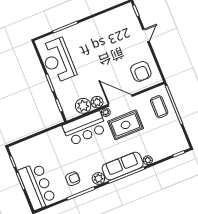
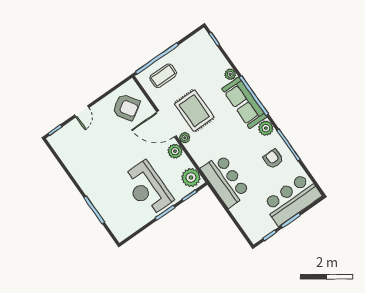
door: (146, 35) -> (82, 111), swing flipped
reception desk: (58, 60) -> (147, 188), moved, turned 90
armchair: (141, 71) -> (126, 107), turned 57
door: (120, 100) -> (167, 124), hinge flipped
plant: (83, 106) -> (191, 178), moved
bar counter: (85, 128) -> (225, 181), moved

